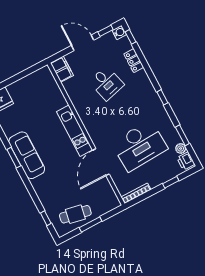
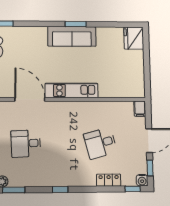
filing cabinet: (62, 69) -> (140, 109), width x0.50
desk: (139, 146) -> (26, 143), width x0.53, depth x0.77

